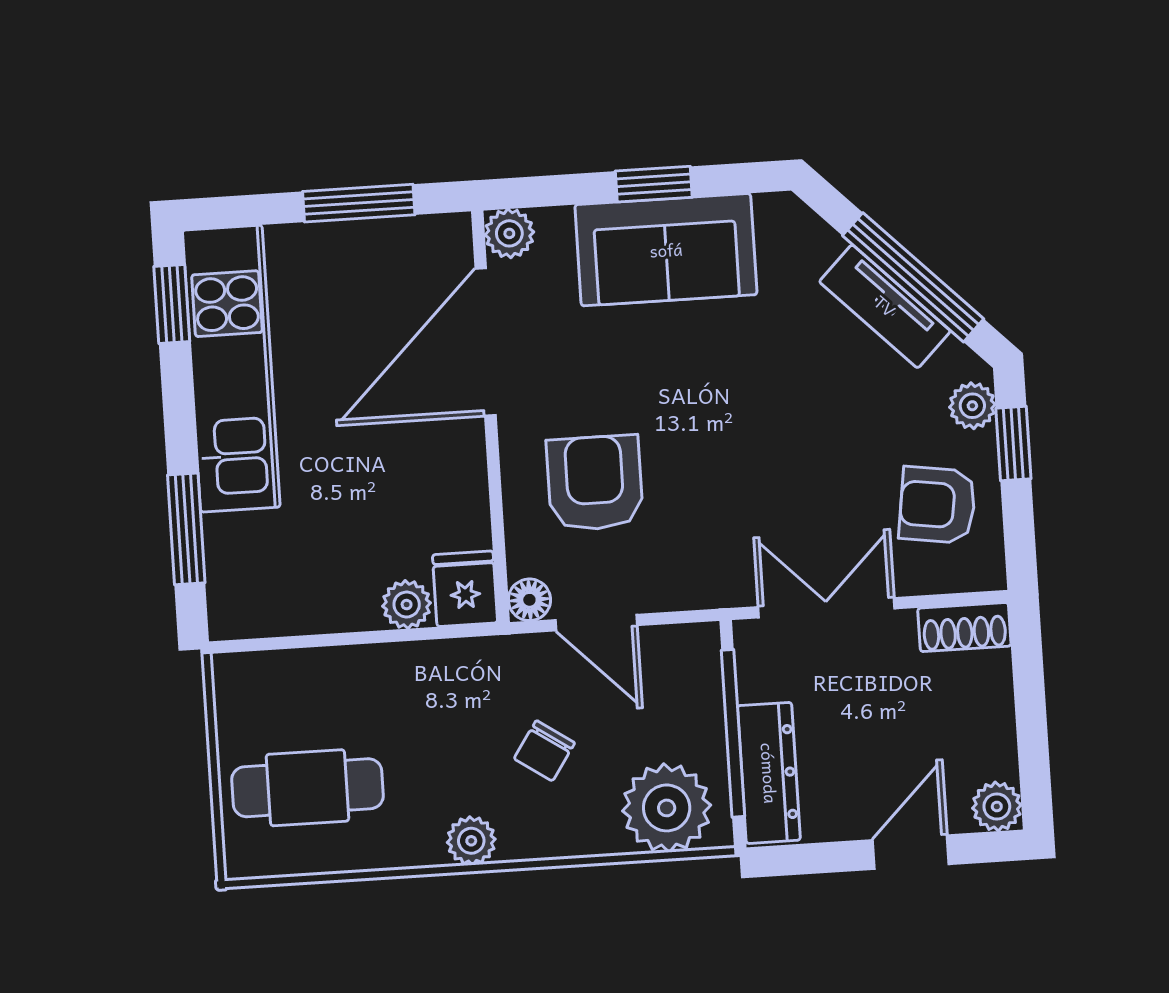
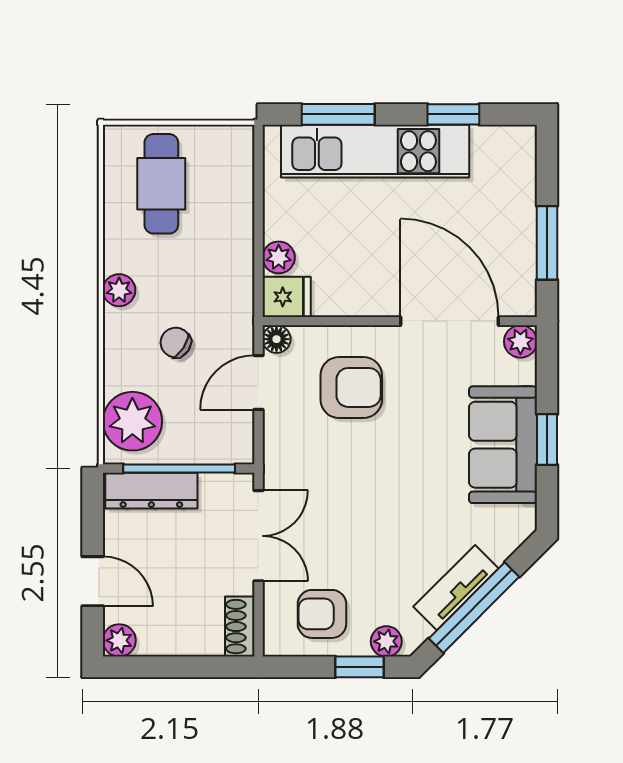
window: (172, 304) -> (453, 114), moved
kitchen unit: (231, 369) -> (375, 151), moved
armchair: (937, 505) -> (322, 614), turned -98

